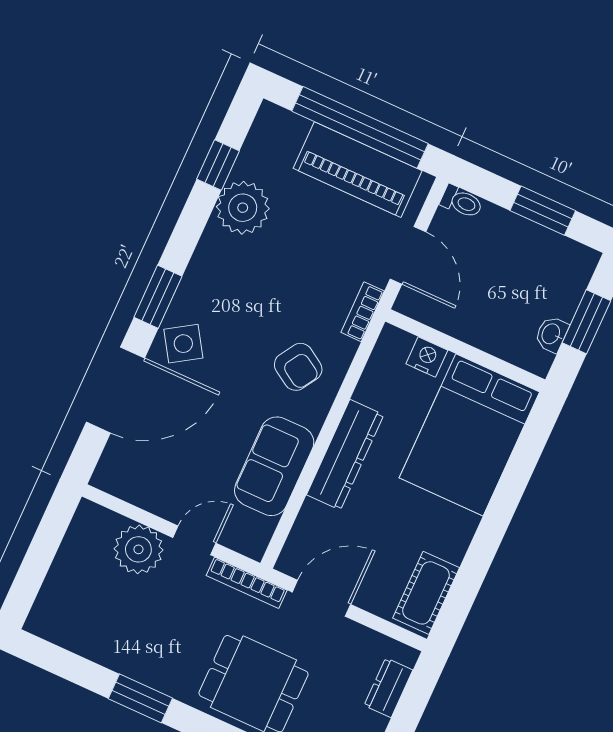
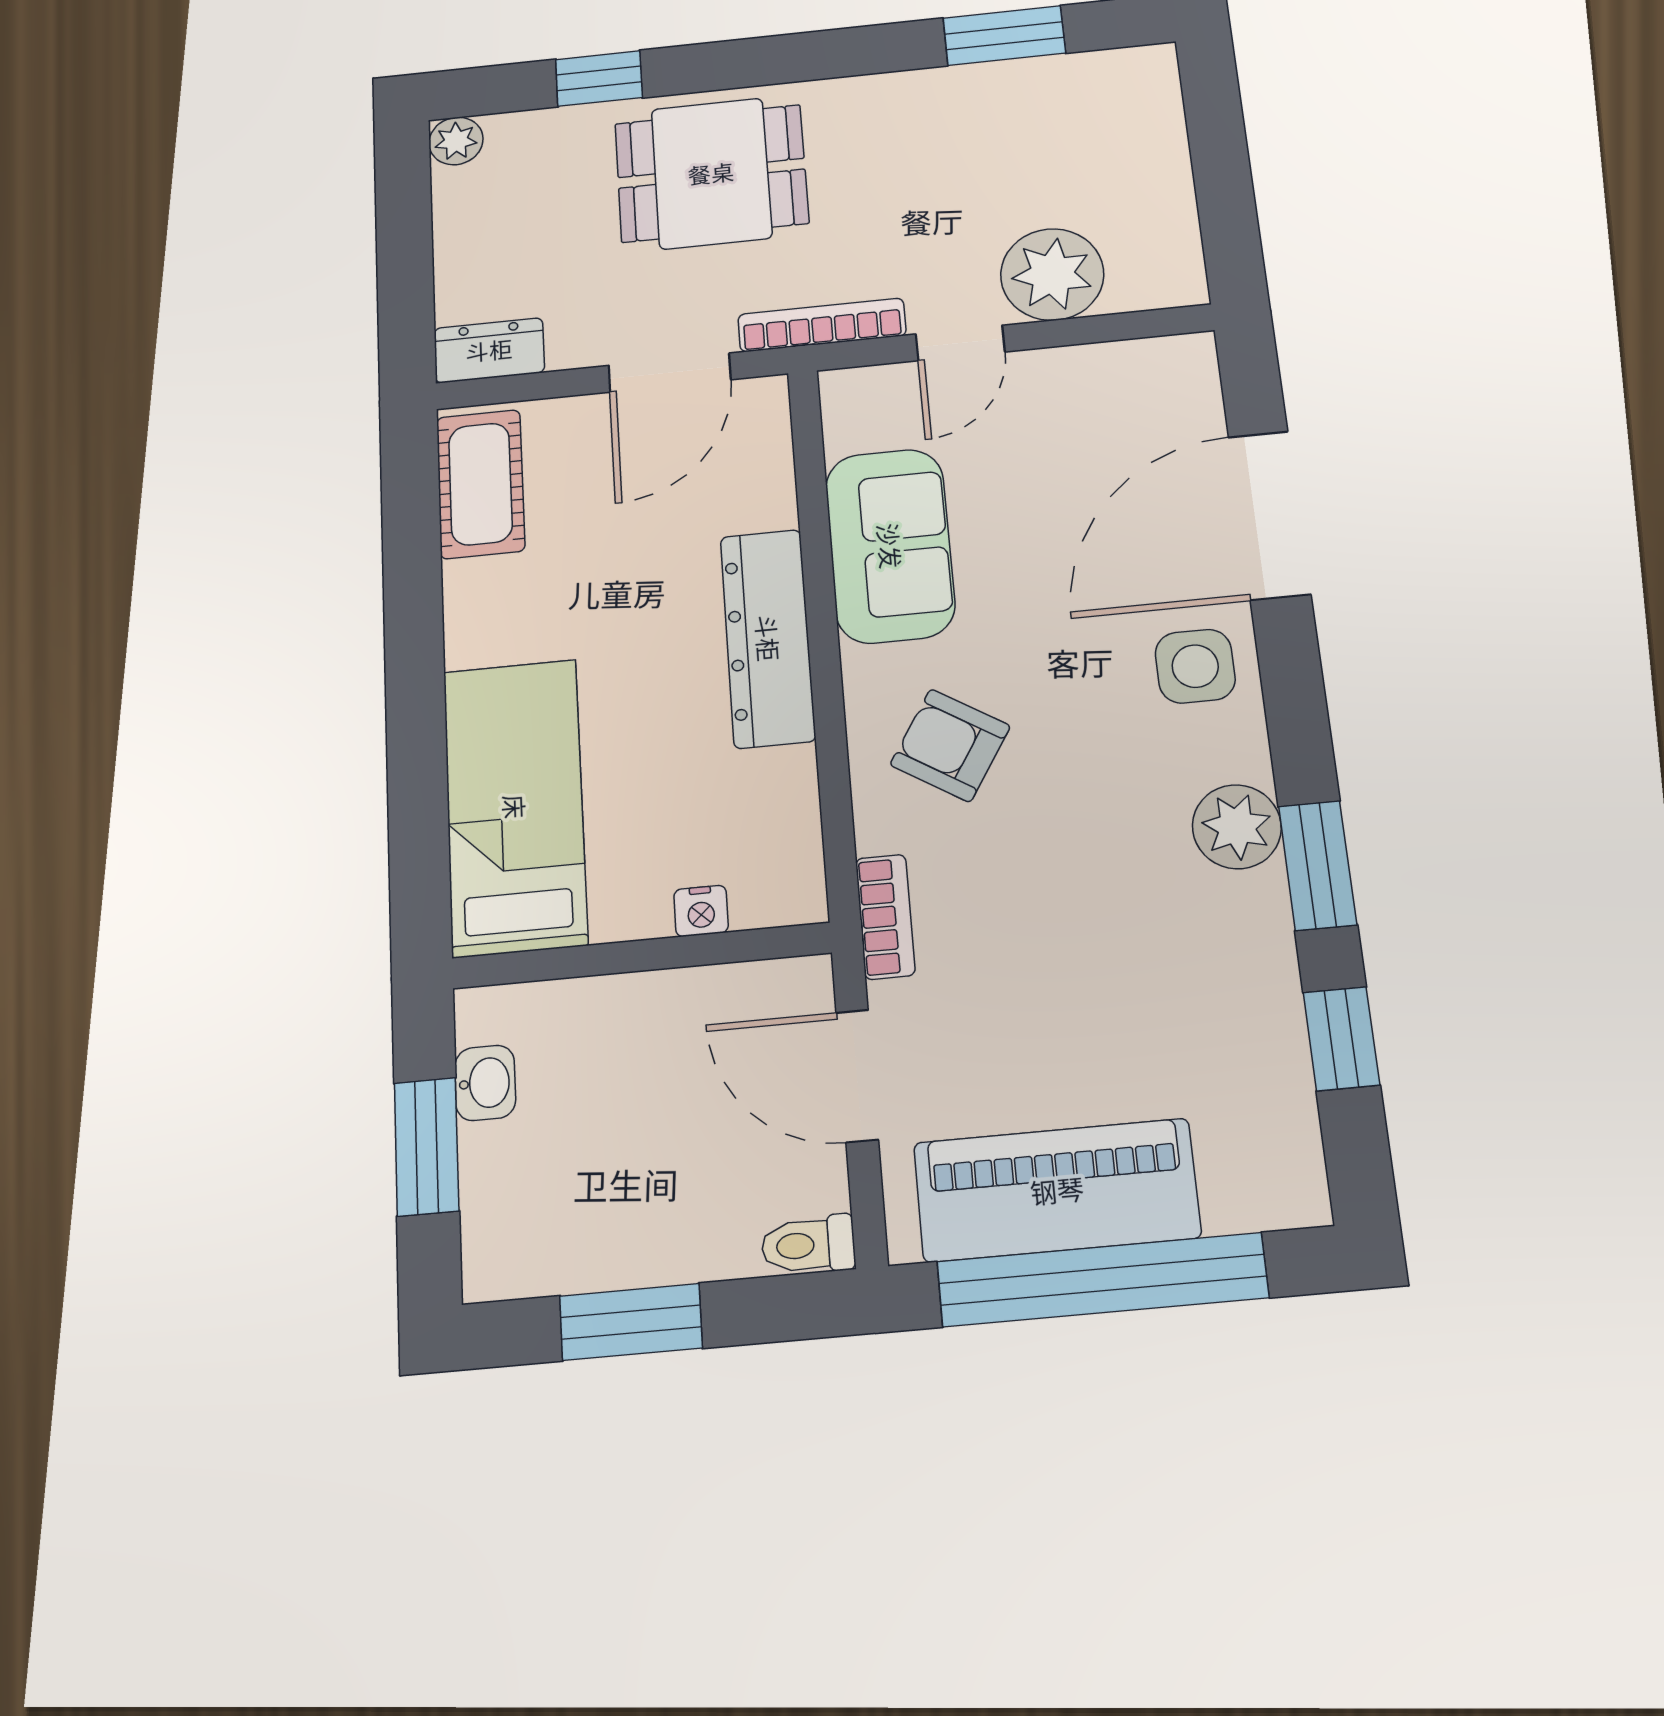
plant: (243, 208) -> (1237, 827), moved, width x0.73, depth x0.73
window: (158, 297) -> (1318, 865), moved
side table: (183, 344) -> (1195, 666), turned 33
nightstand: (427, 357) -> (701, 911), width x0.72, depth x0.74
bed: (469, 435) -> (515, 807), width x0.67
dresser: (388, 688) -> (489, 350), moved, turned -90
window: (140, 698) -> (1004, 36), moved

